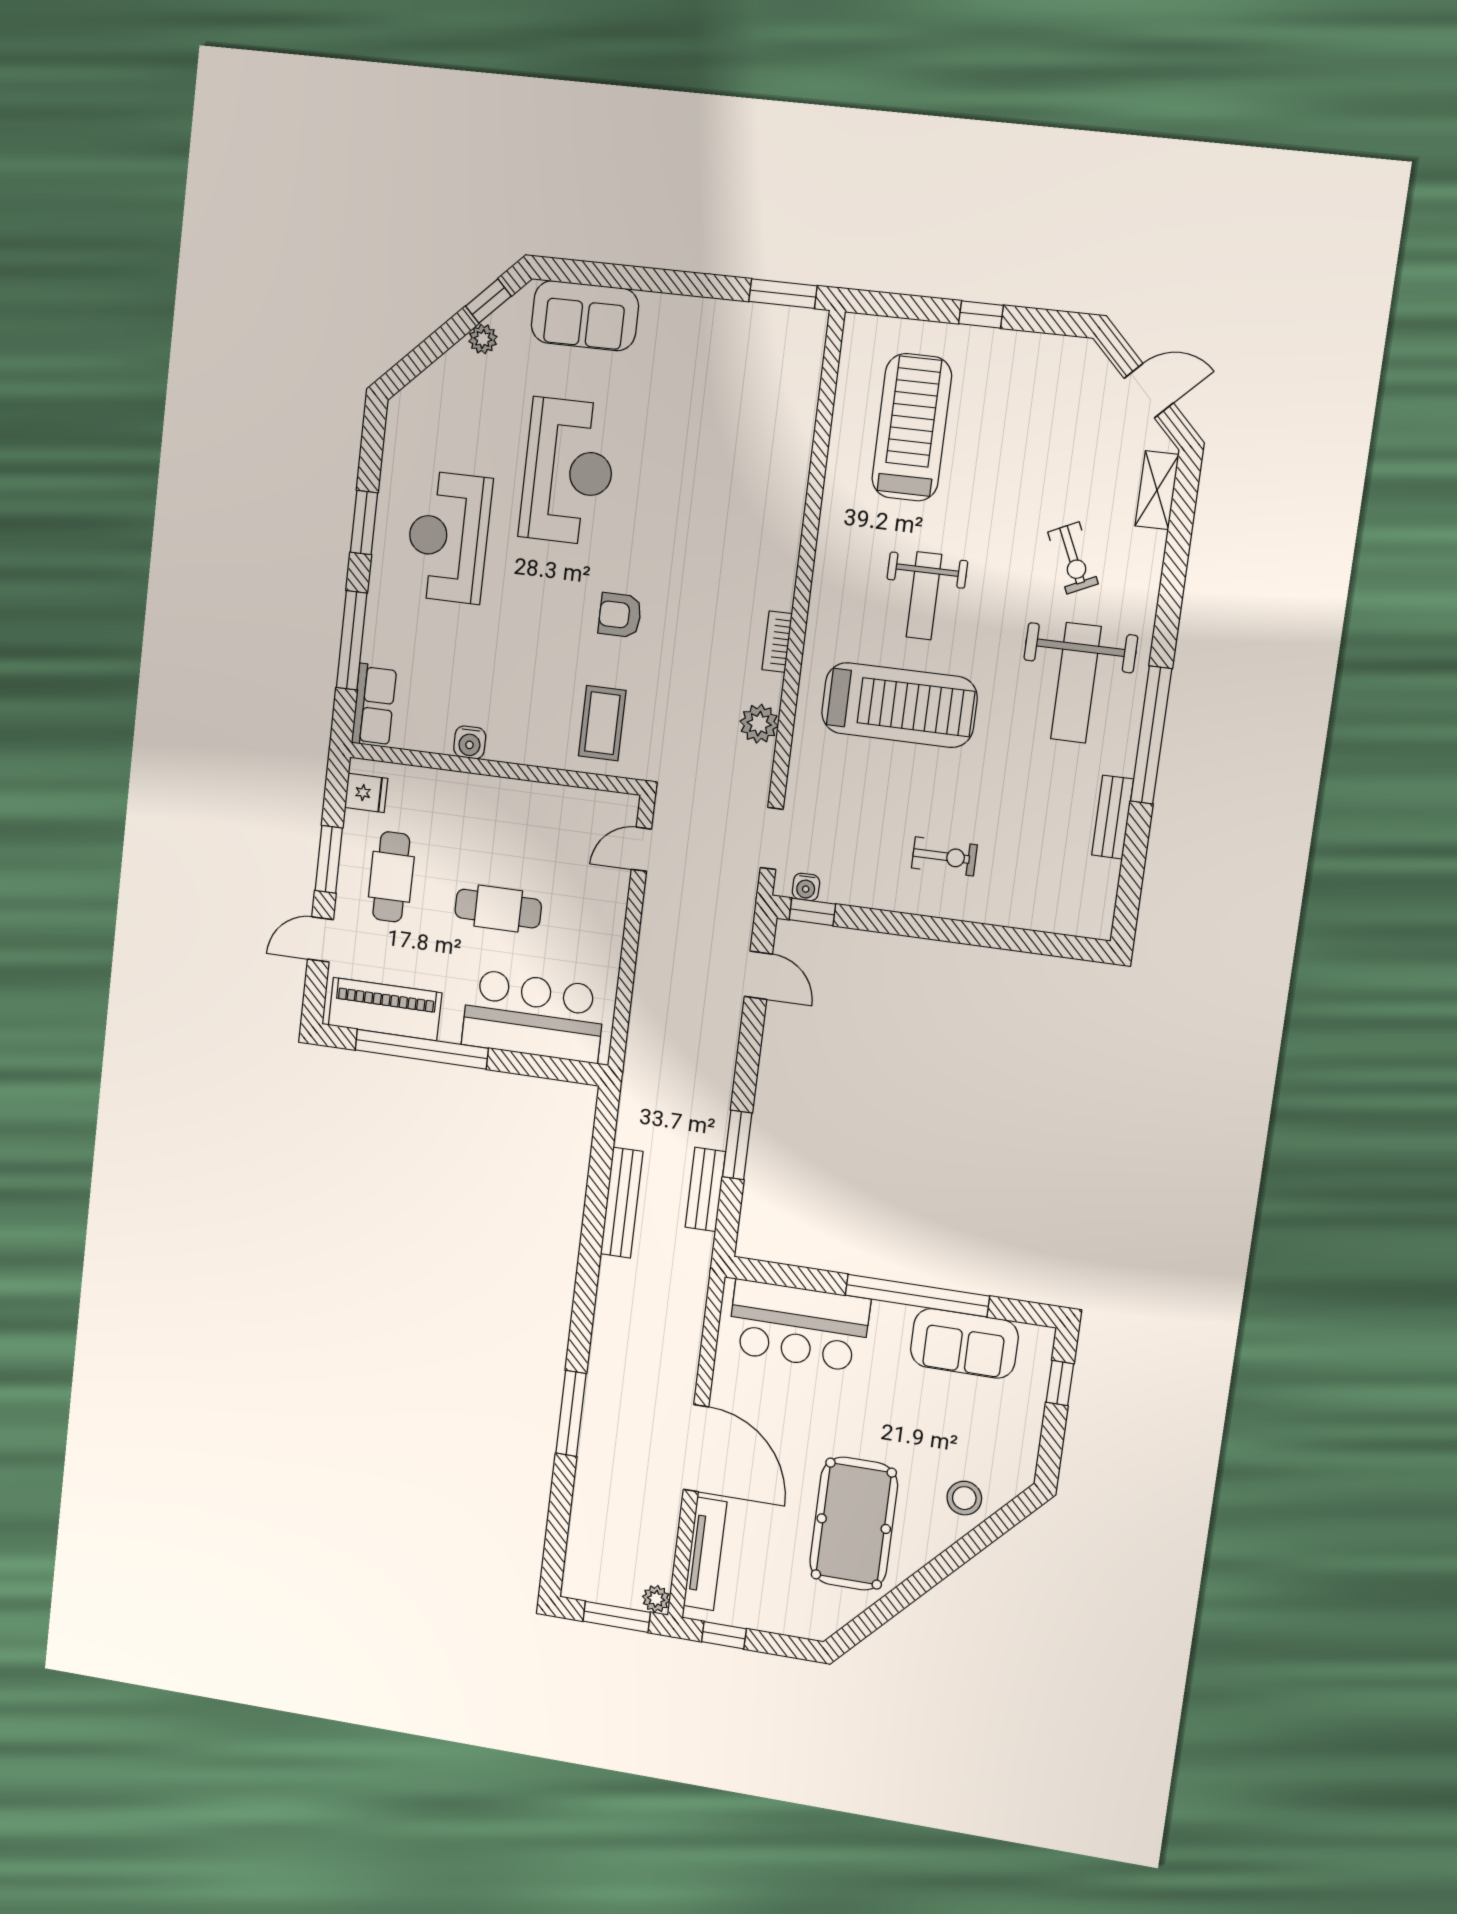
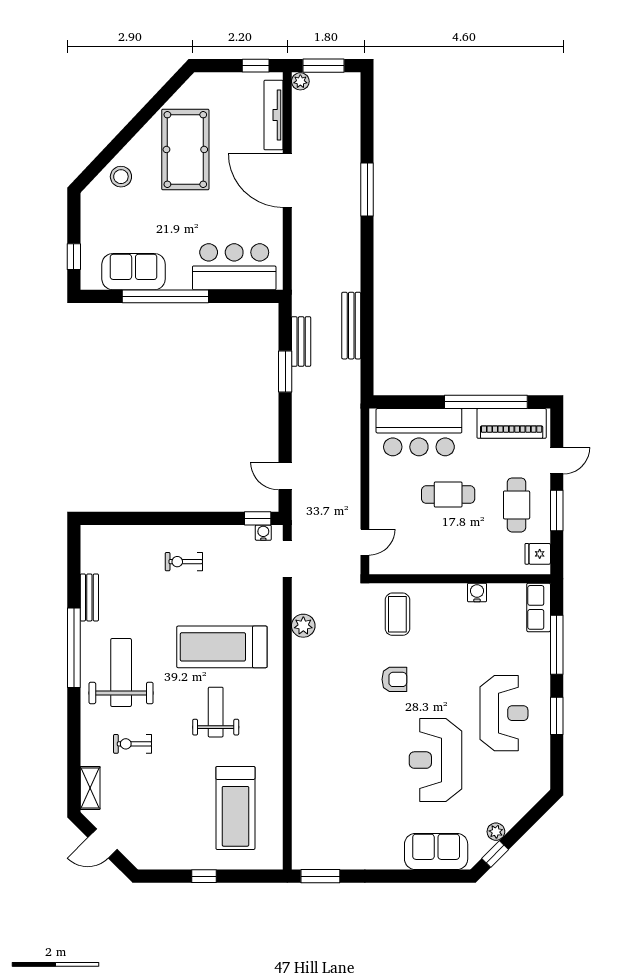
exercise bike: (1073, 558) -> (133, 744), turned -65
bookcase: (777, 642) -> (299, 675), removed

